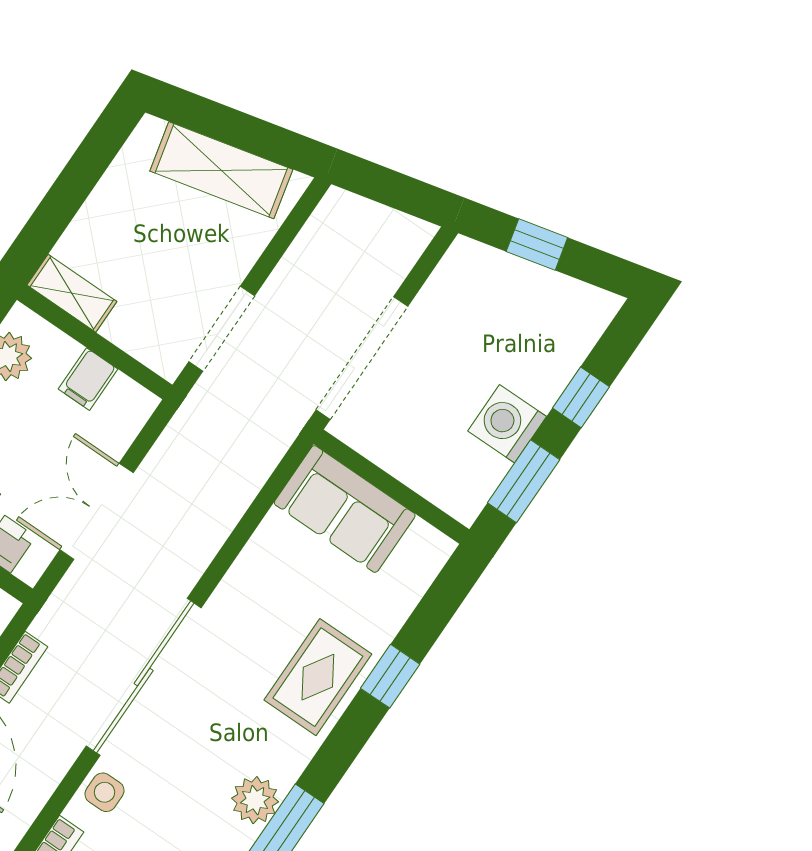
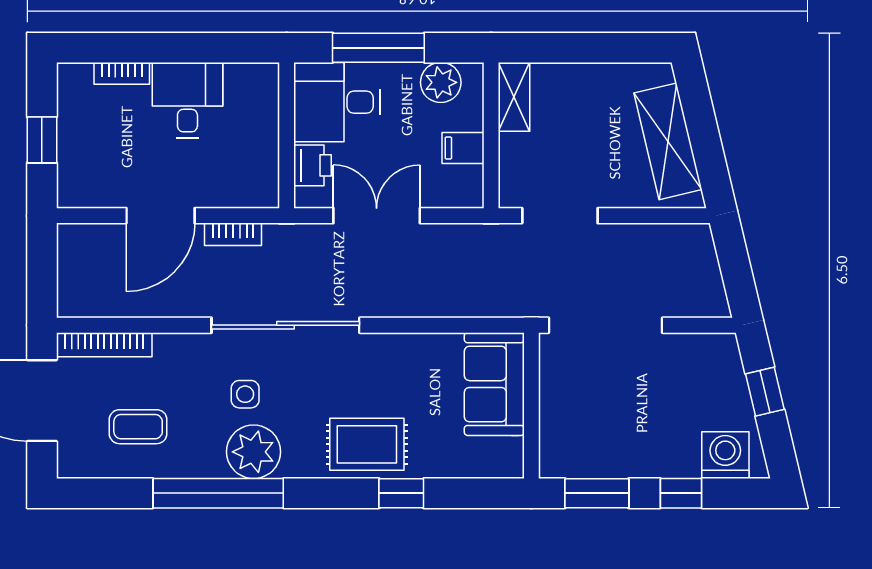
washing machine: (507, 424) -> (725, 455), moved
side table: (105, 792) -> (245, 394), moved
plant: (255, 800) -> (254, 452), width x1.36, depth x1.36

